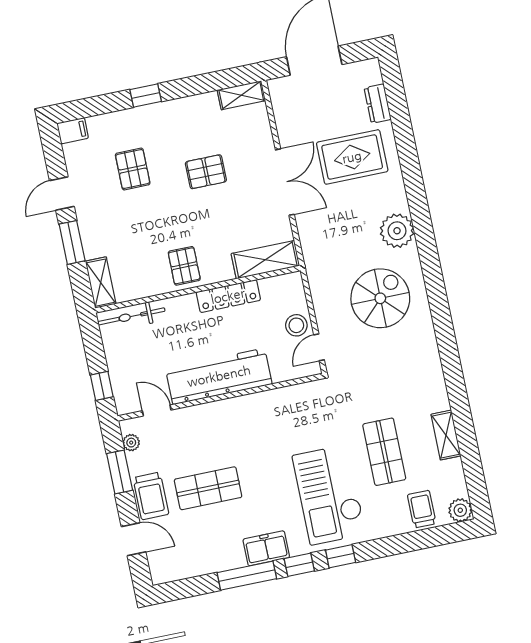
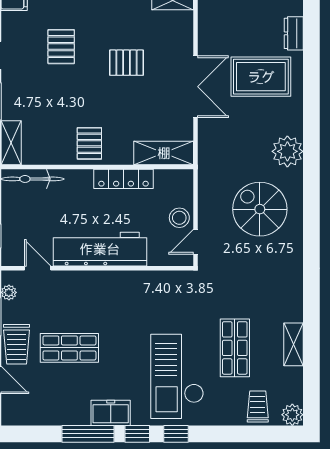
spiral stairs: (380, 298) -> (260, 209), turned -90

